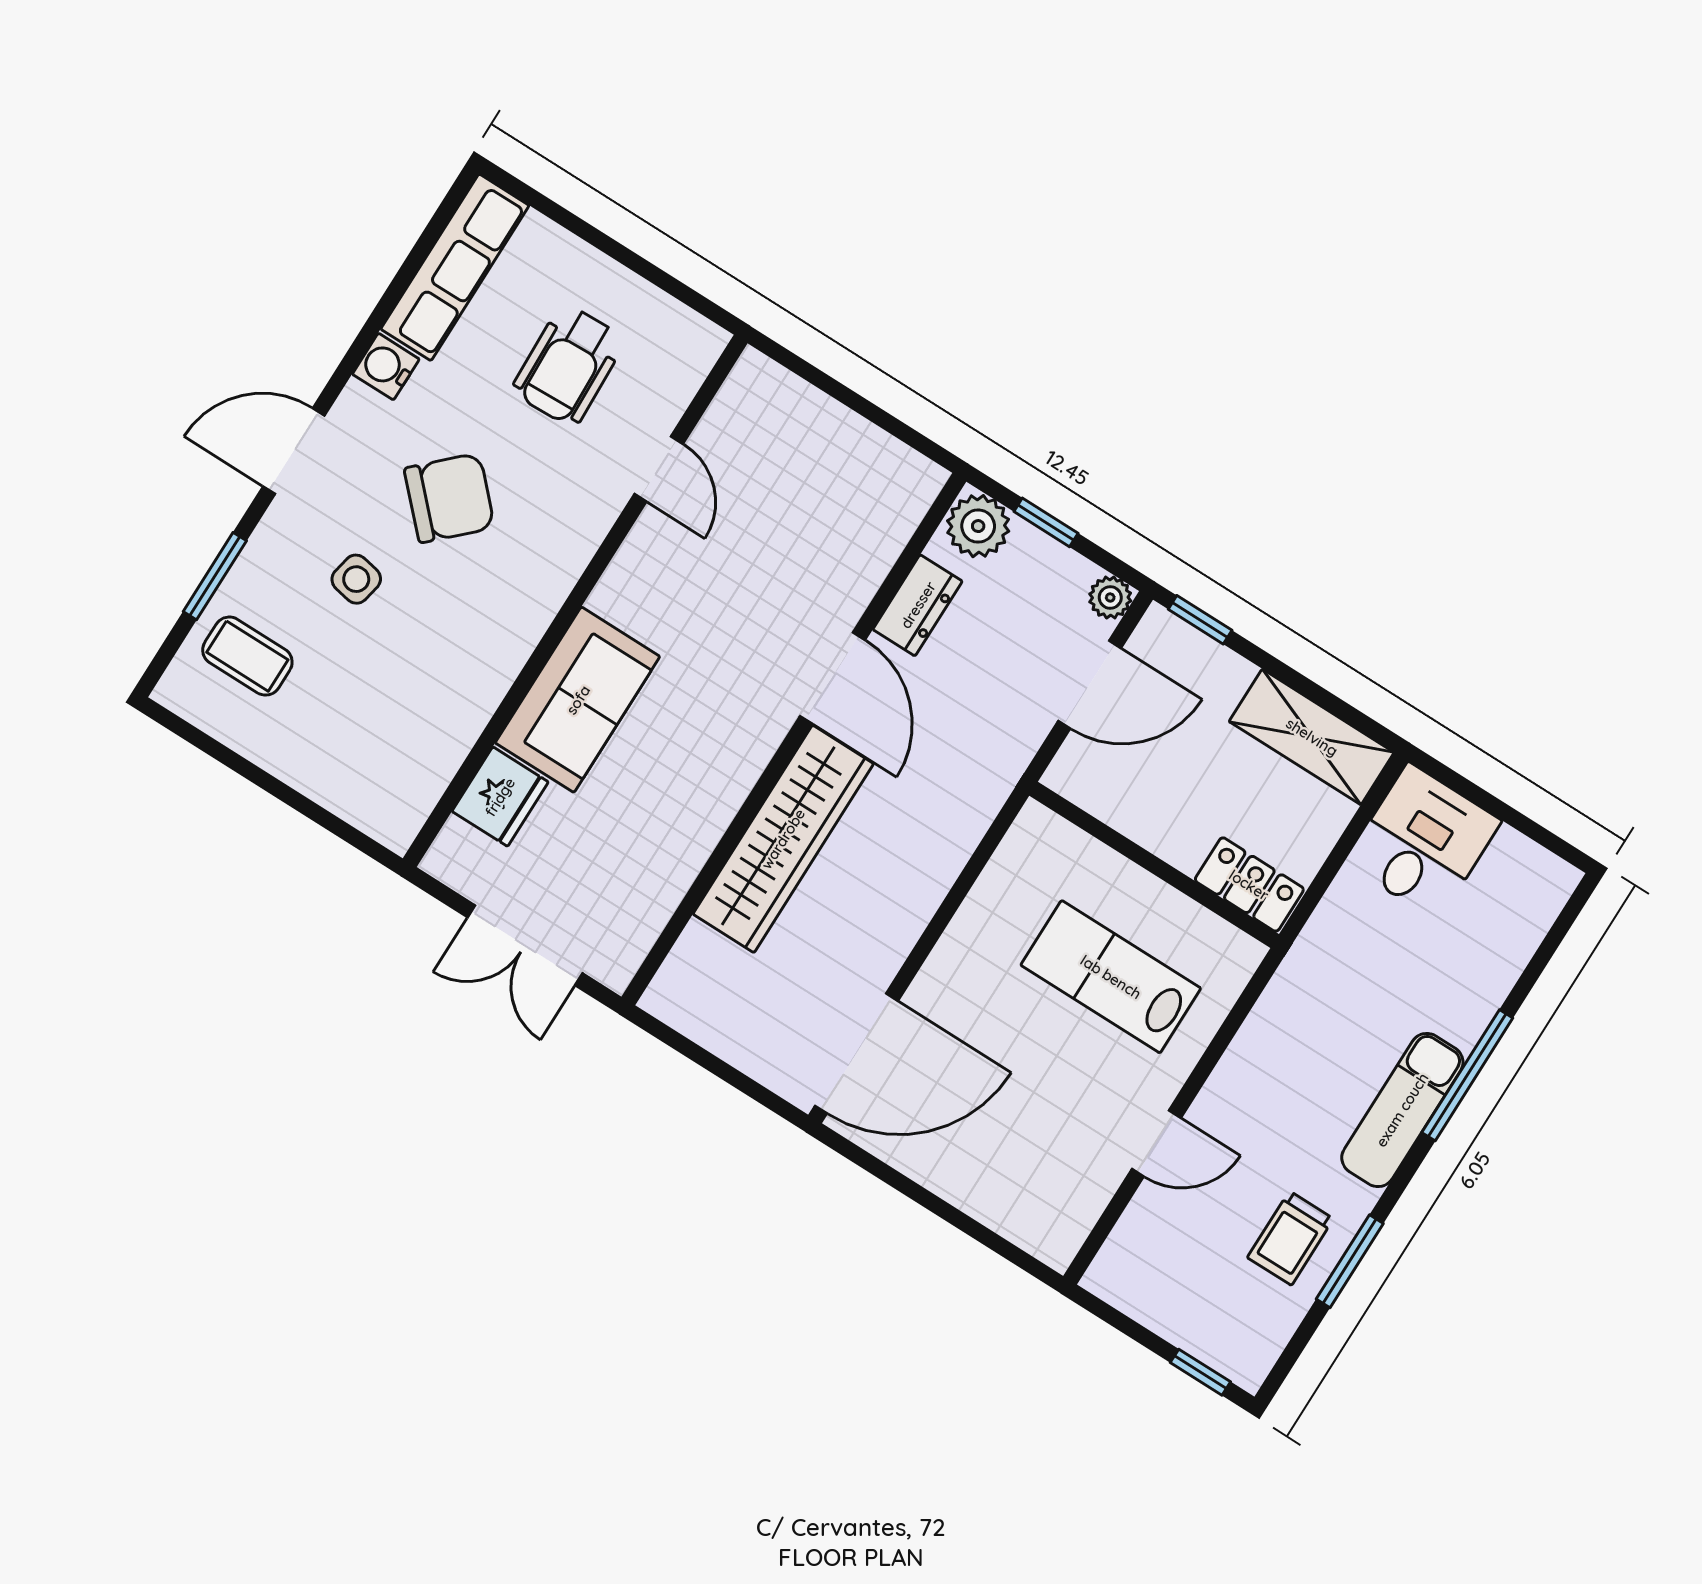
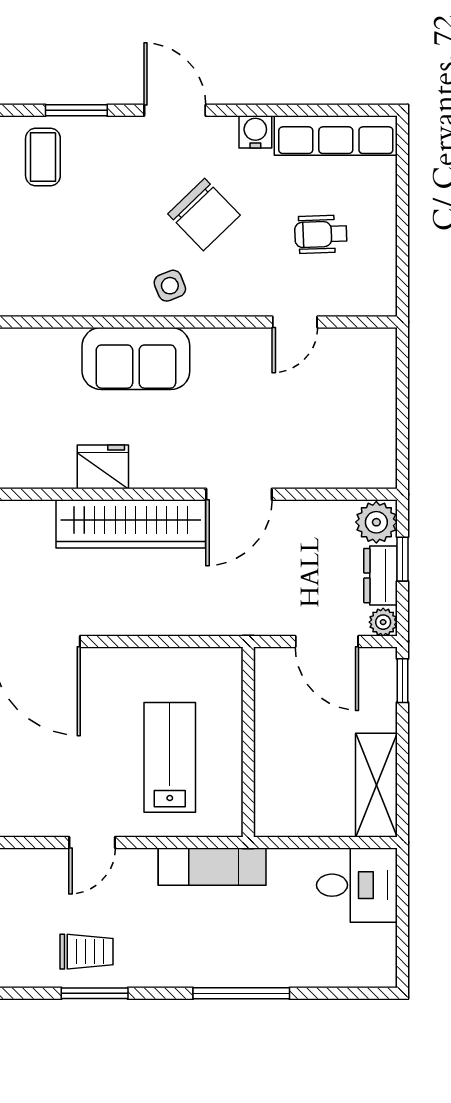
wheelchair: (568, 365) -> (321, 234), width x0.73, depth x0.73
side table: (356, 579) -> (170, 286), moved, turned -33
dresser: (918, 605) -> (380, 576), moved, turned 90
fridge: (500, 797) -> (103, 467), moved, turned 180
locker: (1249, 885) -> (271, 803), removed
exam couch: (1402, 1110) -> (212, 867), moved, turned 180
door: (1156, 1143) -> (92, 842), hinge flipped
trolley: (1290, 1238) -> (86, 952), turned 180

